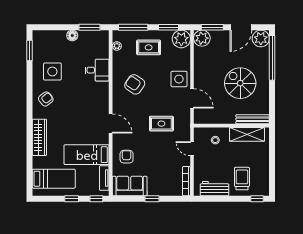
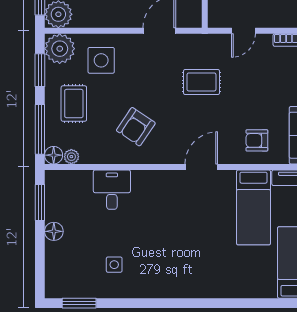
floor lamp: (118, 35) -> (54, 155), added
side table: (52, 72) -> (114, 265), width x0.54, depth x0.54
side table: (179, 79) -> (101, 60), moved
armchair: (46, 99) -> (160, 276), removed
rug: (161, 124) -> (201, 82), turned 90
wardrobe: (39, 137) -> (224, 286), removed

